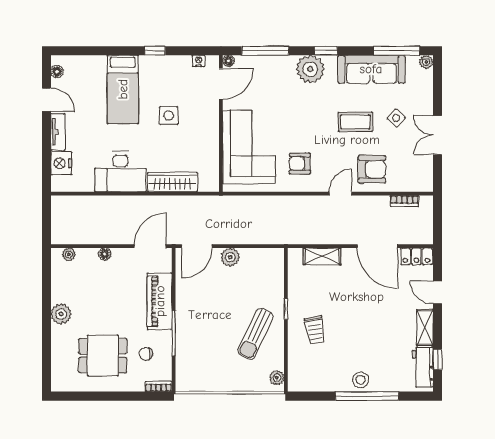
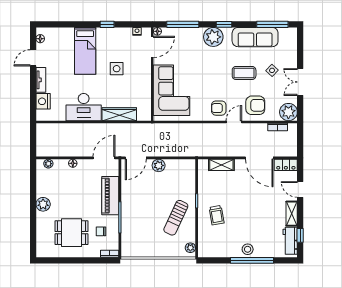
plant: (426, 62) -> (288, 112), moved, width x1.87, depth x1.87
door: (46, 100) -> (33, 58), swing flipped
armchair: (300, 163) -> (219, 108), moved

